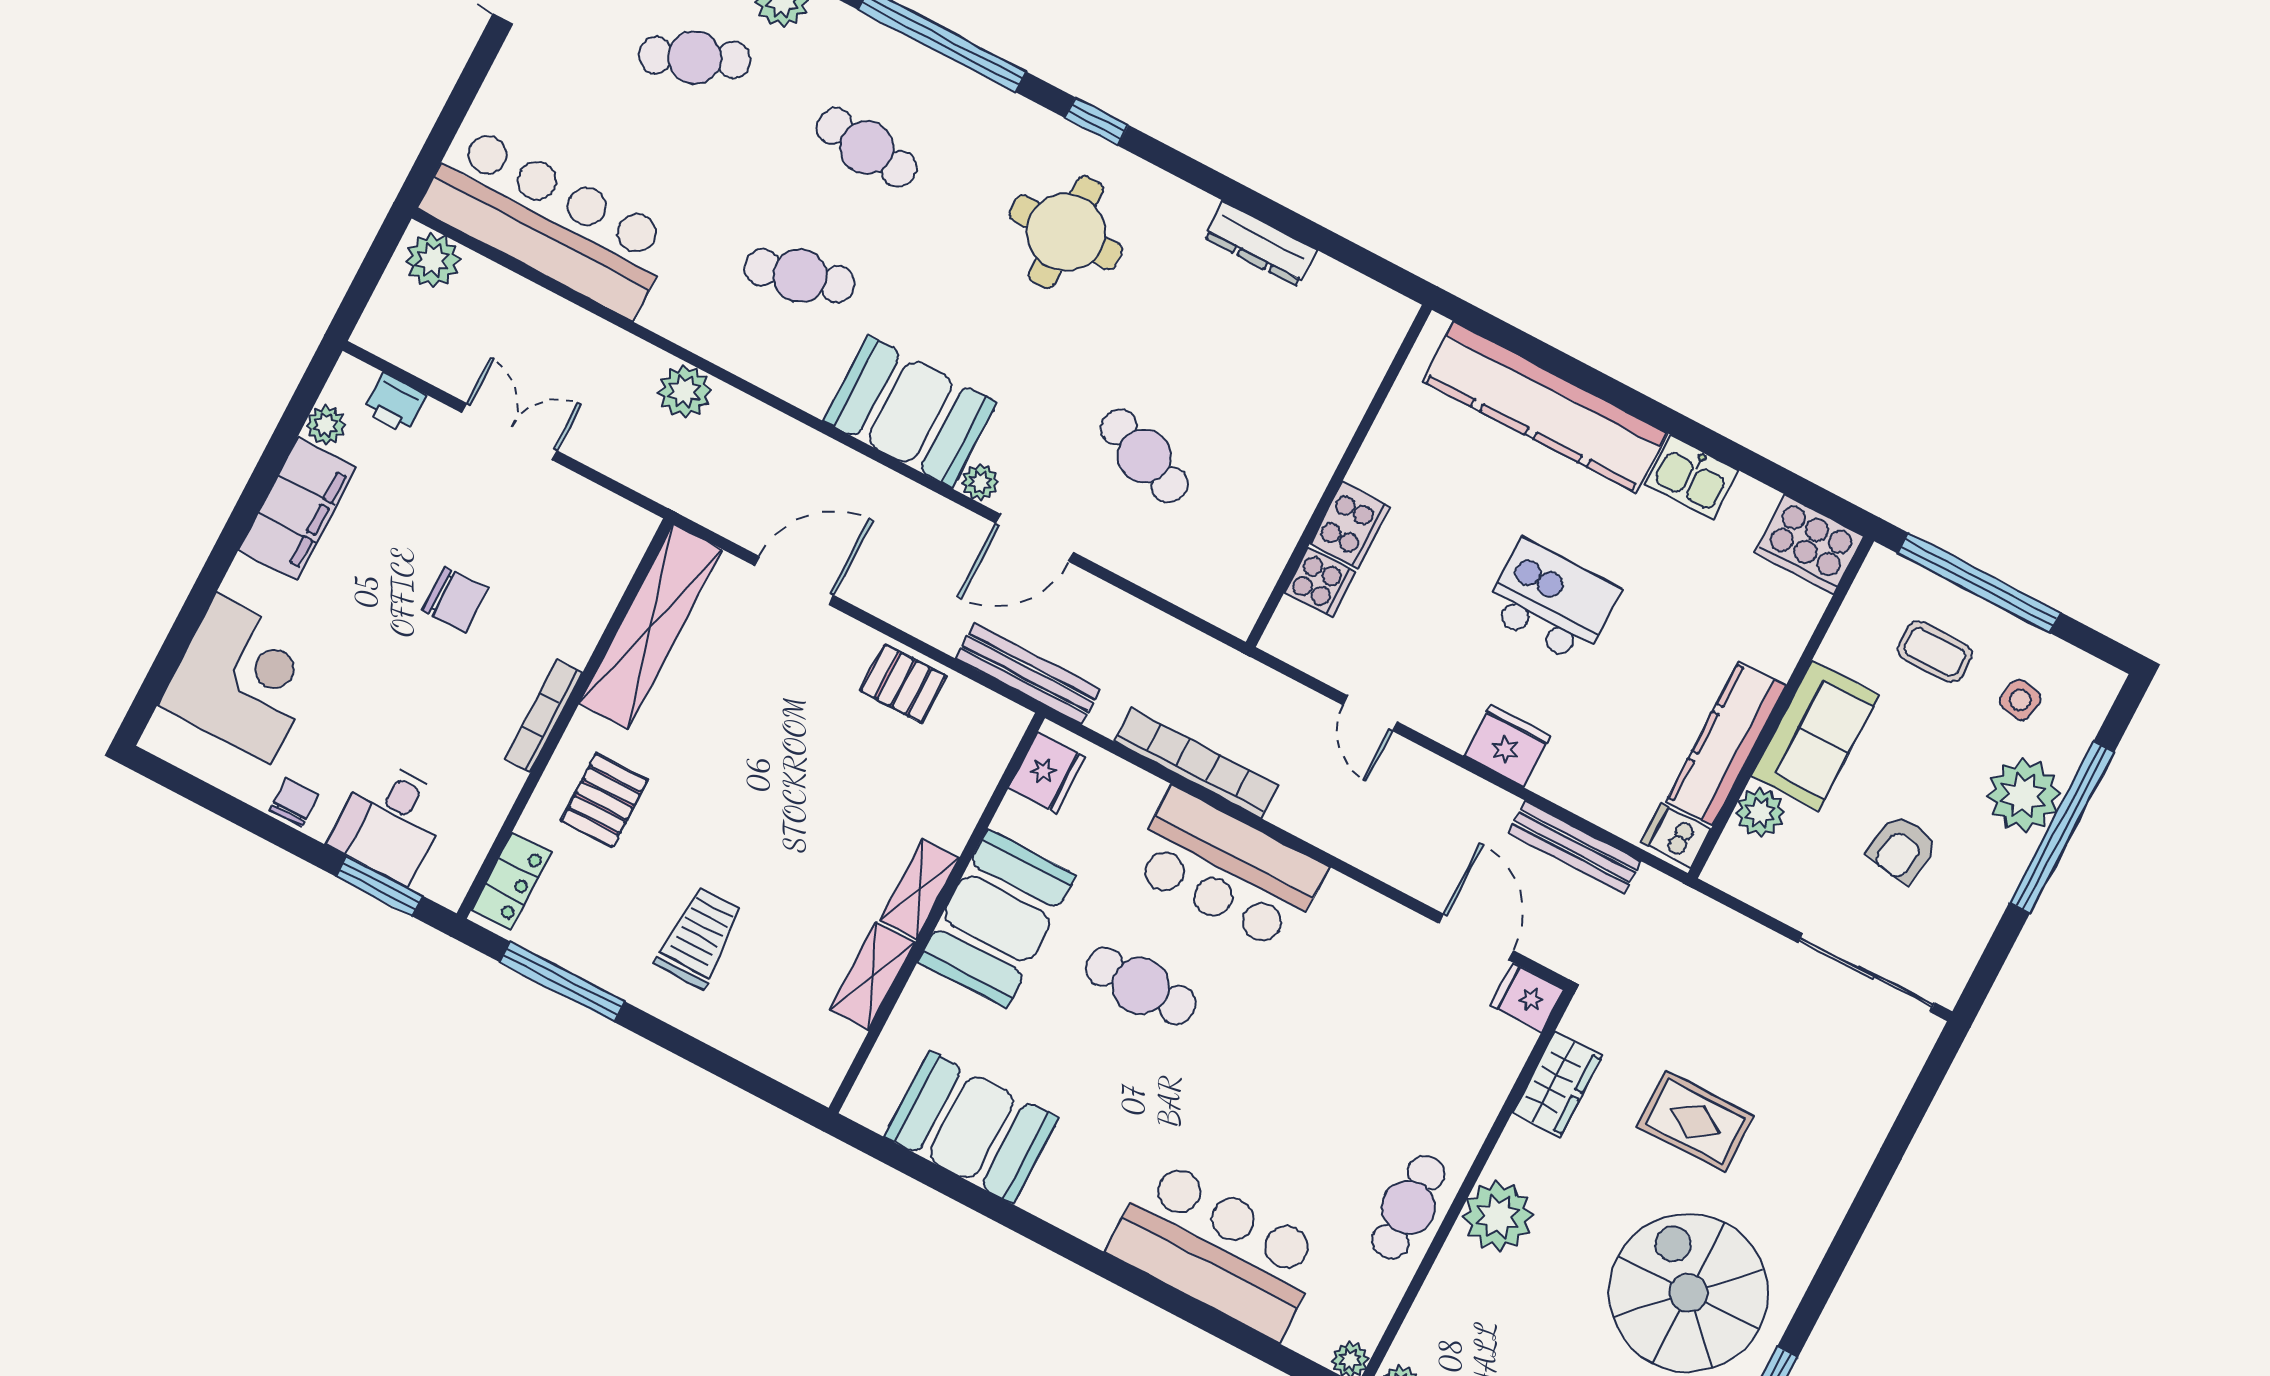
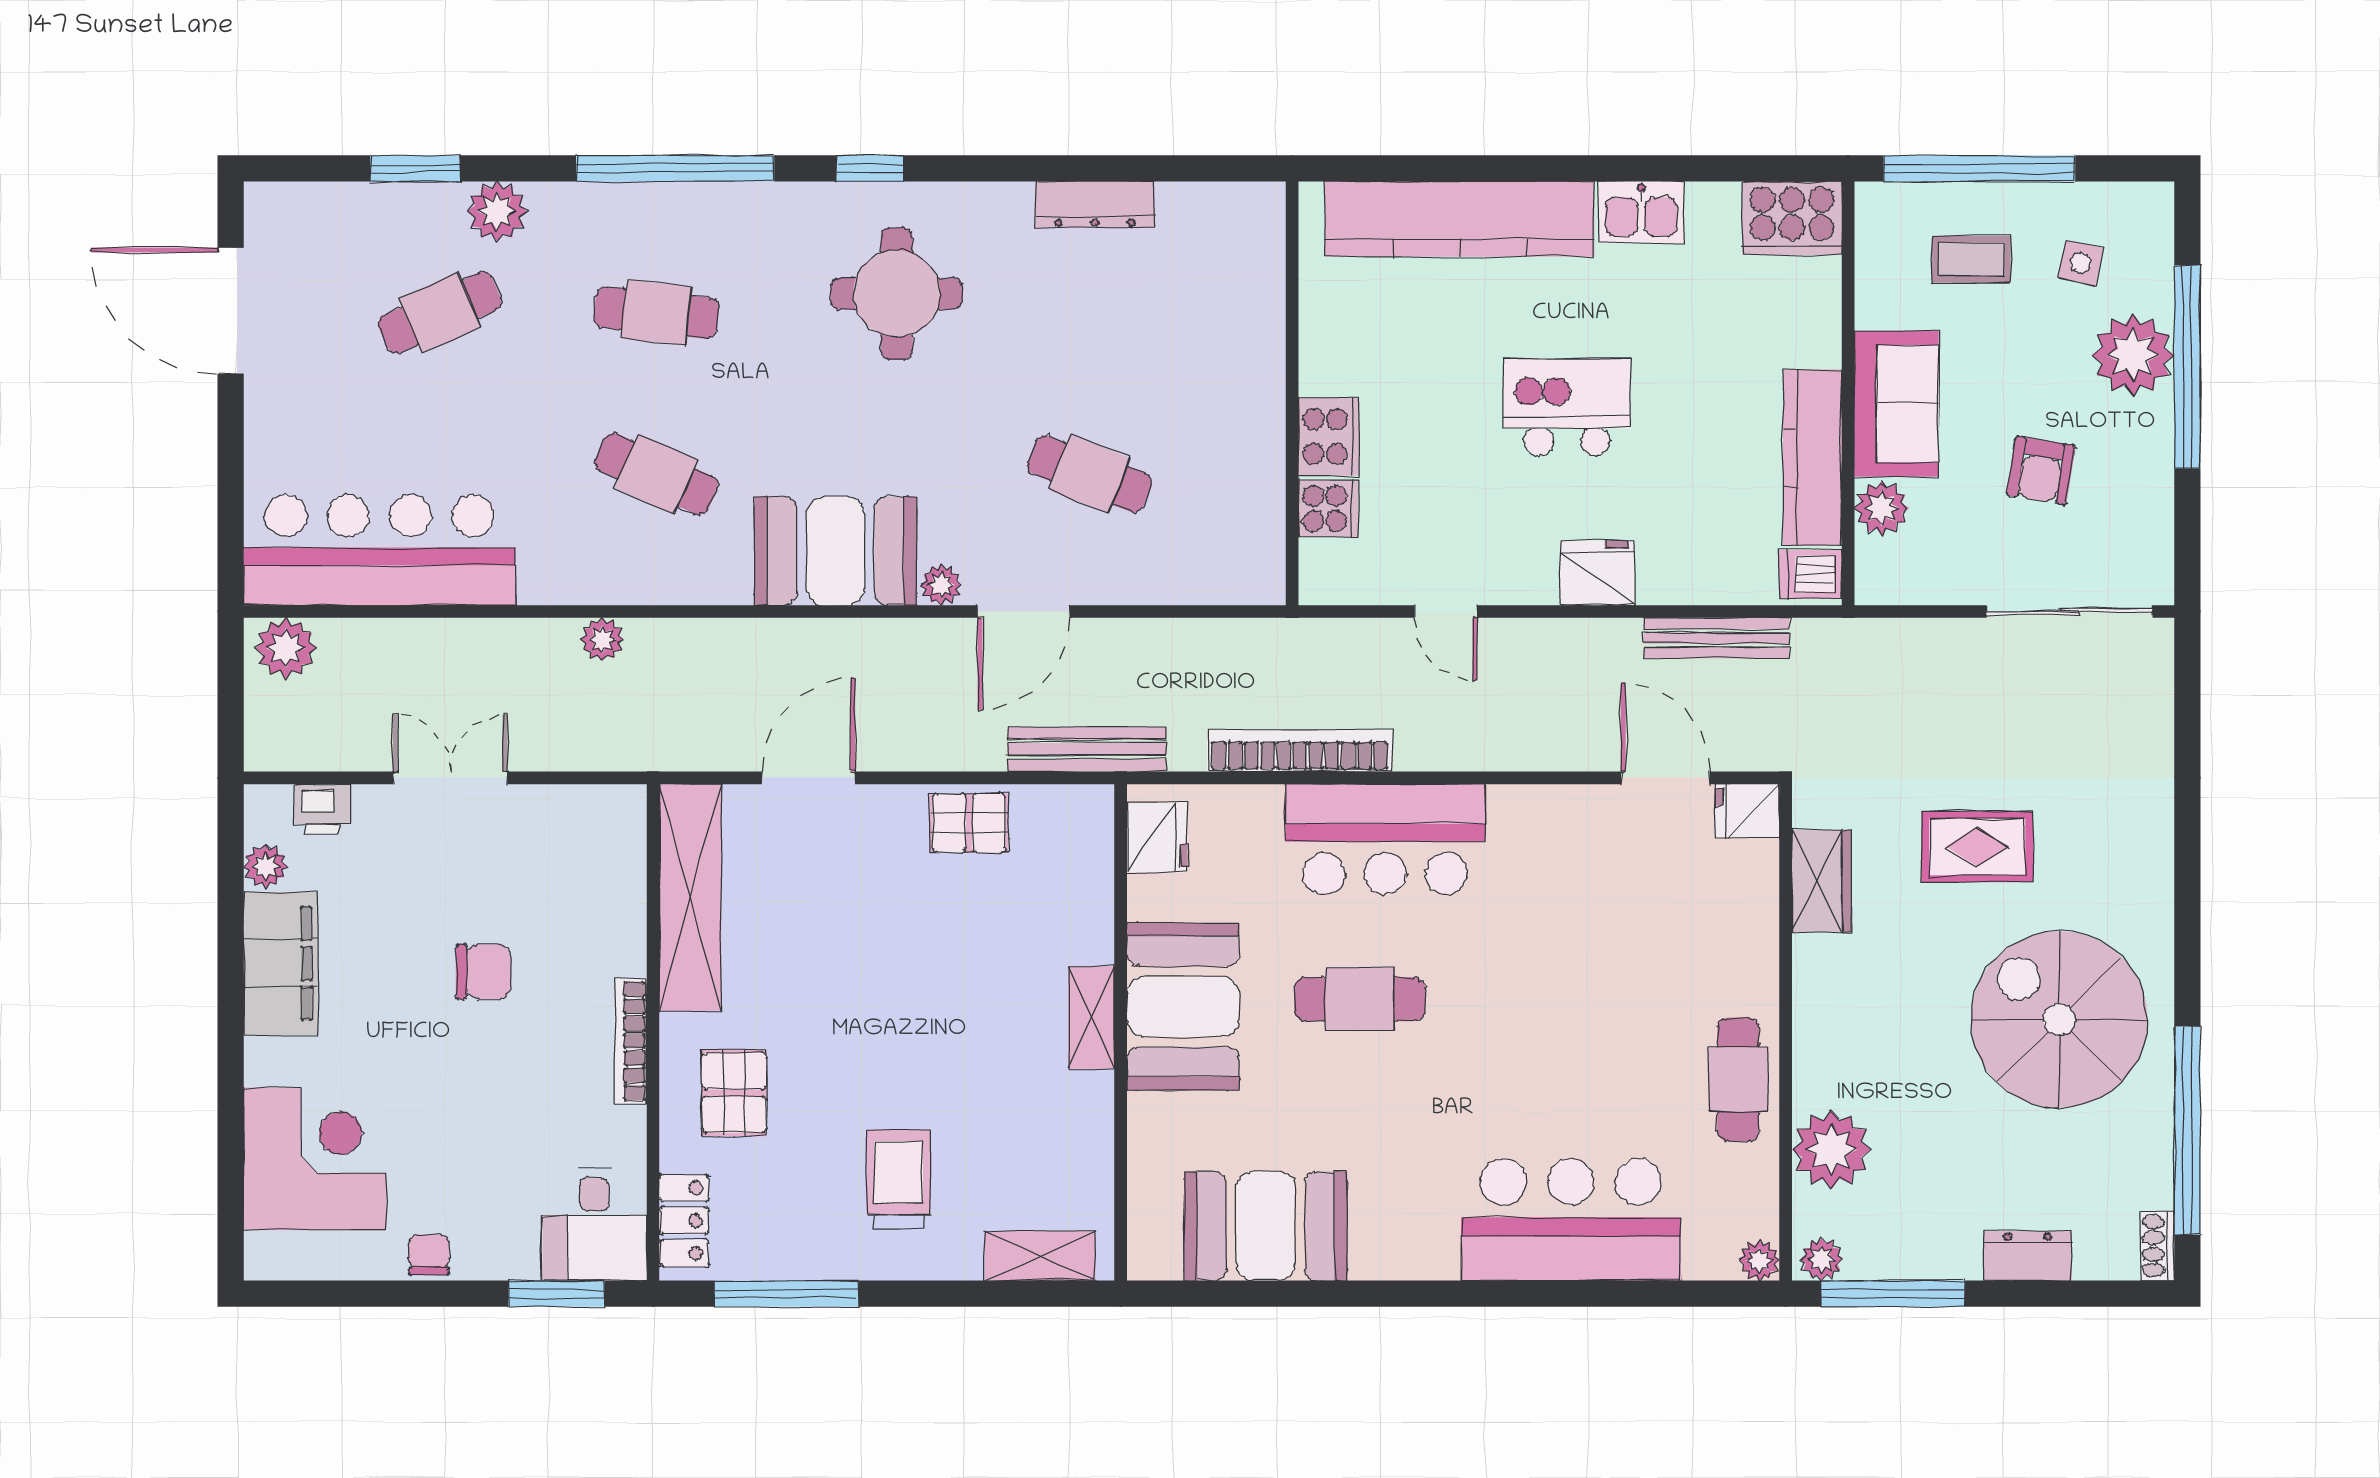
cafe table: (800, 276) -> (656, 474), turned 39
plant: (685, 391) -> (602, 639), width x0.73, depth x0.73
desk: (390, 822) -> (595, 1225), moved
shelving: (872, 976) -> (1040, 1256), moved, turned 90
plant: (1498, 1216) -> (1832, 1150), moved

